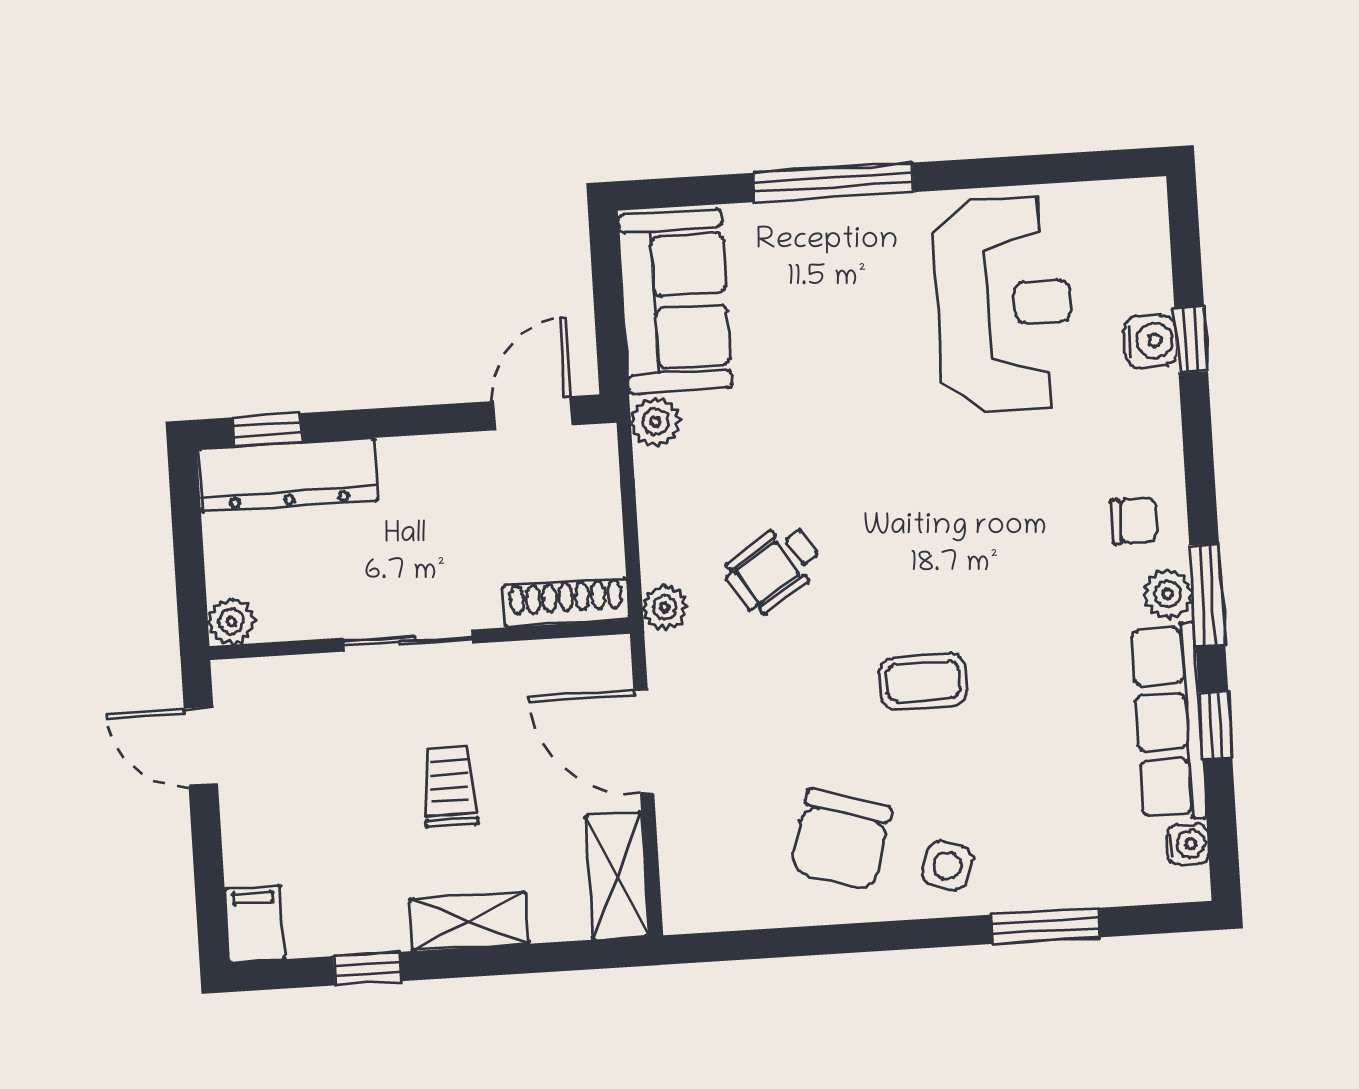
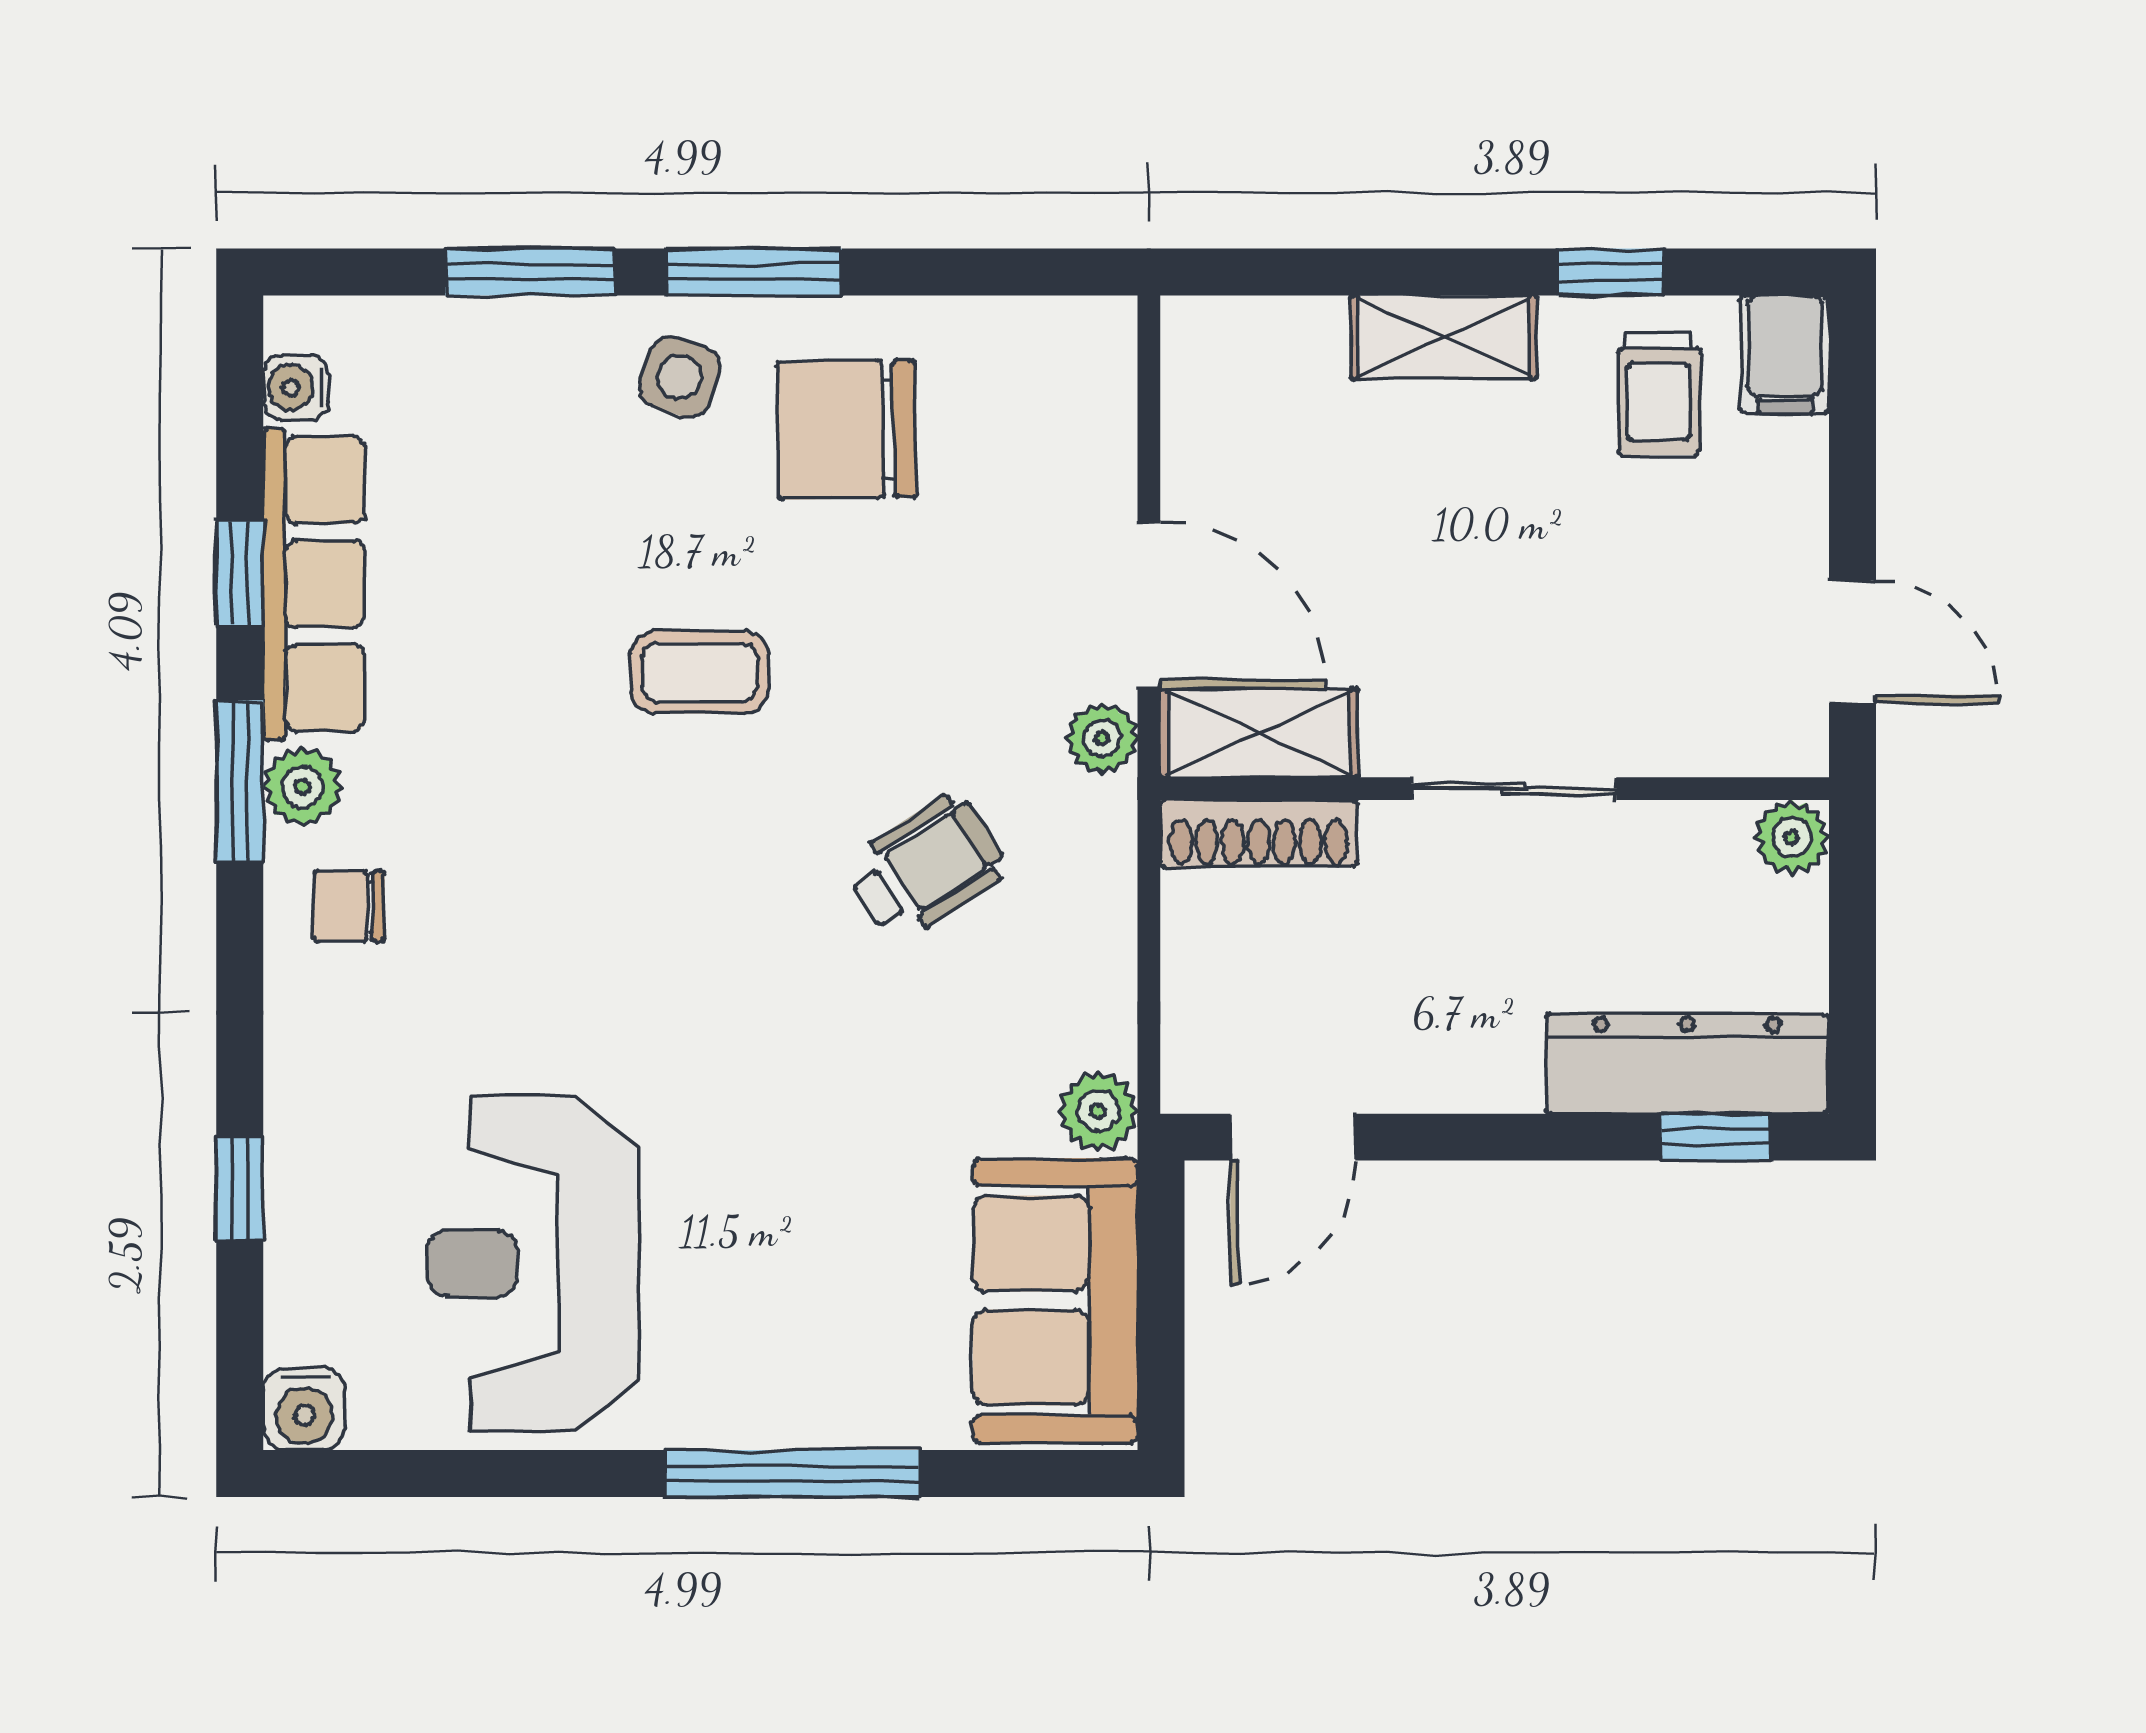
water cooler: (1151, 341) -> (304, 1409), moved, turned -90
plant: (665, 607) -> (1102, 738), moved
trolley: (450, 786) -> (1659, 393), moved
chair: (840, 839) -> (846, 430), turned -108
shelving: (617, 876) -> (1259, 733), moved, turned 90
window: (905, 935) -> (754, 272), added

